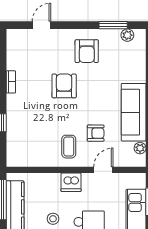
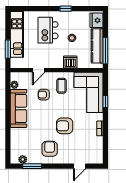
armchair: (64, 86) -> (65, 126), turned 90
corner sofa: (28, 136) -> (88, 92), added
dishwasher: (71, 182) -> (70, 62), moved

